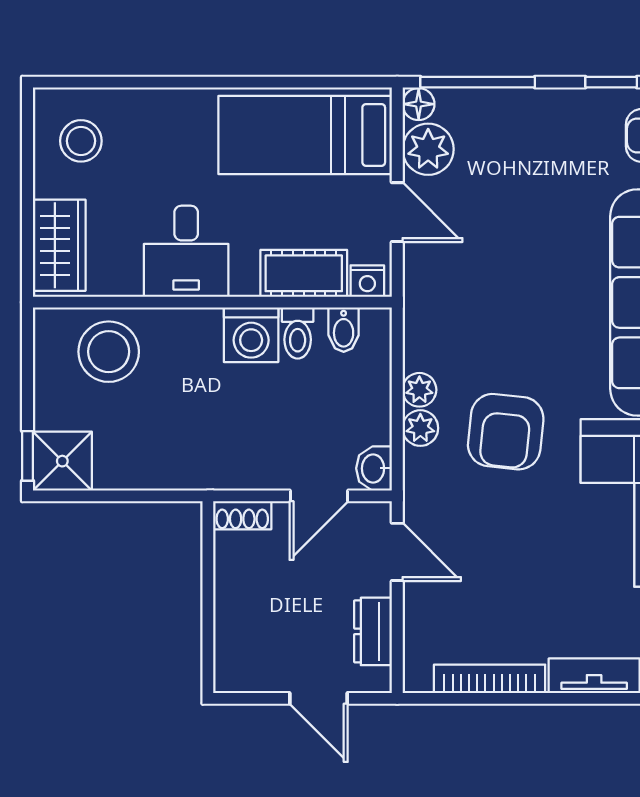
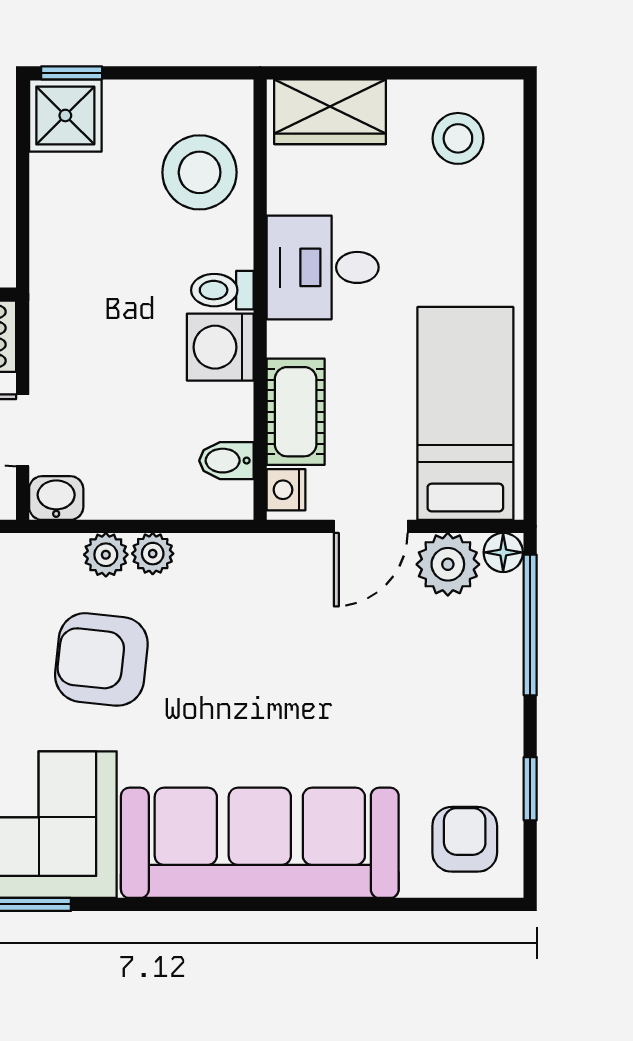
toilet: (298, 333) -> (222, 290), moved

